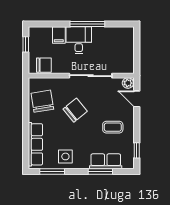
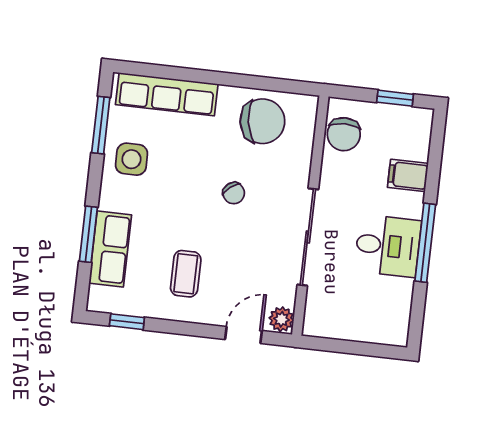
desk: (79, 40) -> (388, 246), moved
chair: (75, 110) -> (234, 193), width x0.54, depth x0.54

